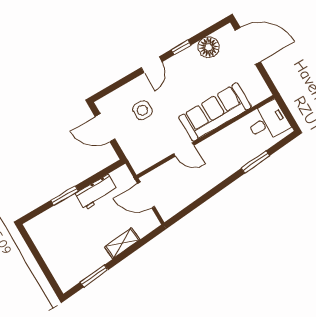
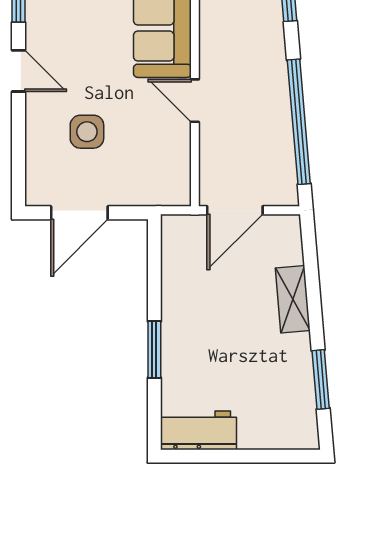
door: (184, 149) -> (195, 101), swing flipped
workbench: (97, 192) -> (198, 430), moved, turned -90
window: (201, 200) -> (299, 122), added

